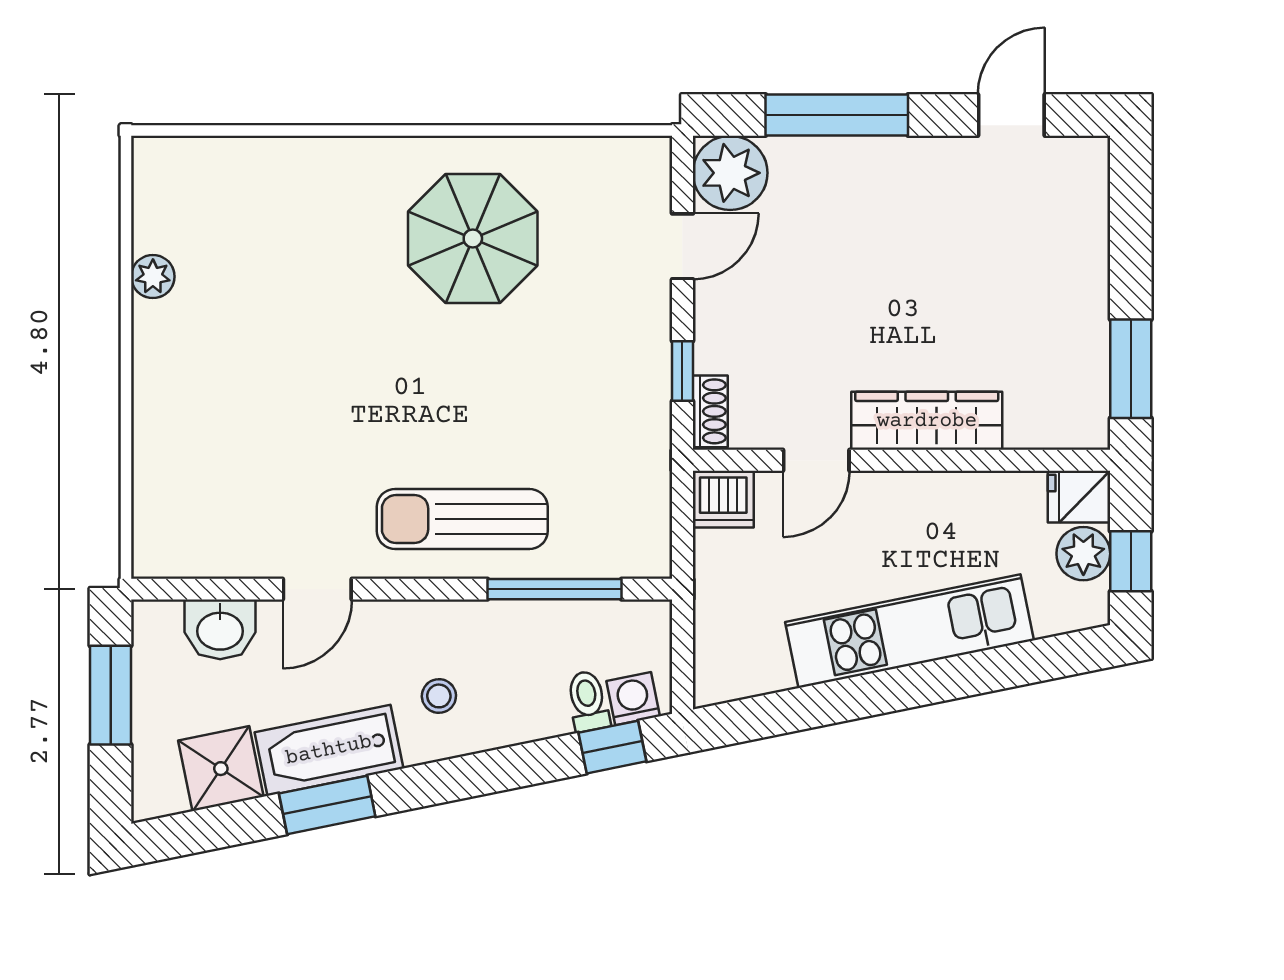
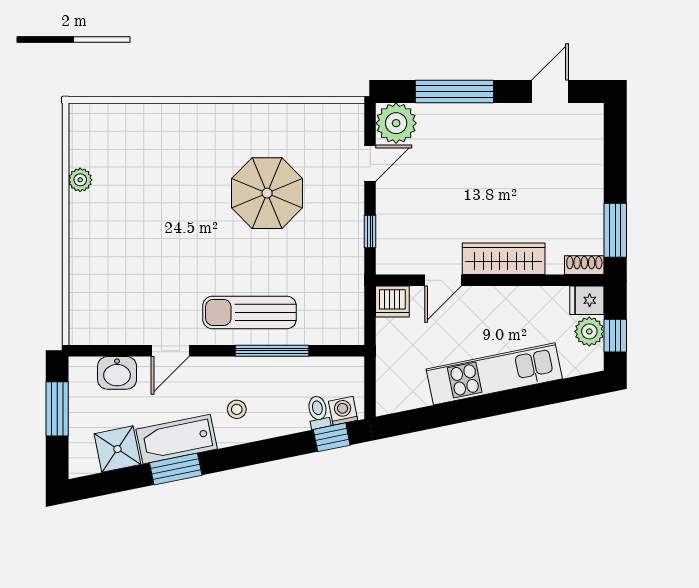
parasol: (473, 238) -> (267, 193), moved
shoe rack: (710, 411) -> (584, 265), moved, turned -90
window: (555, 589) -> (272, 351), moved

